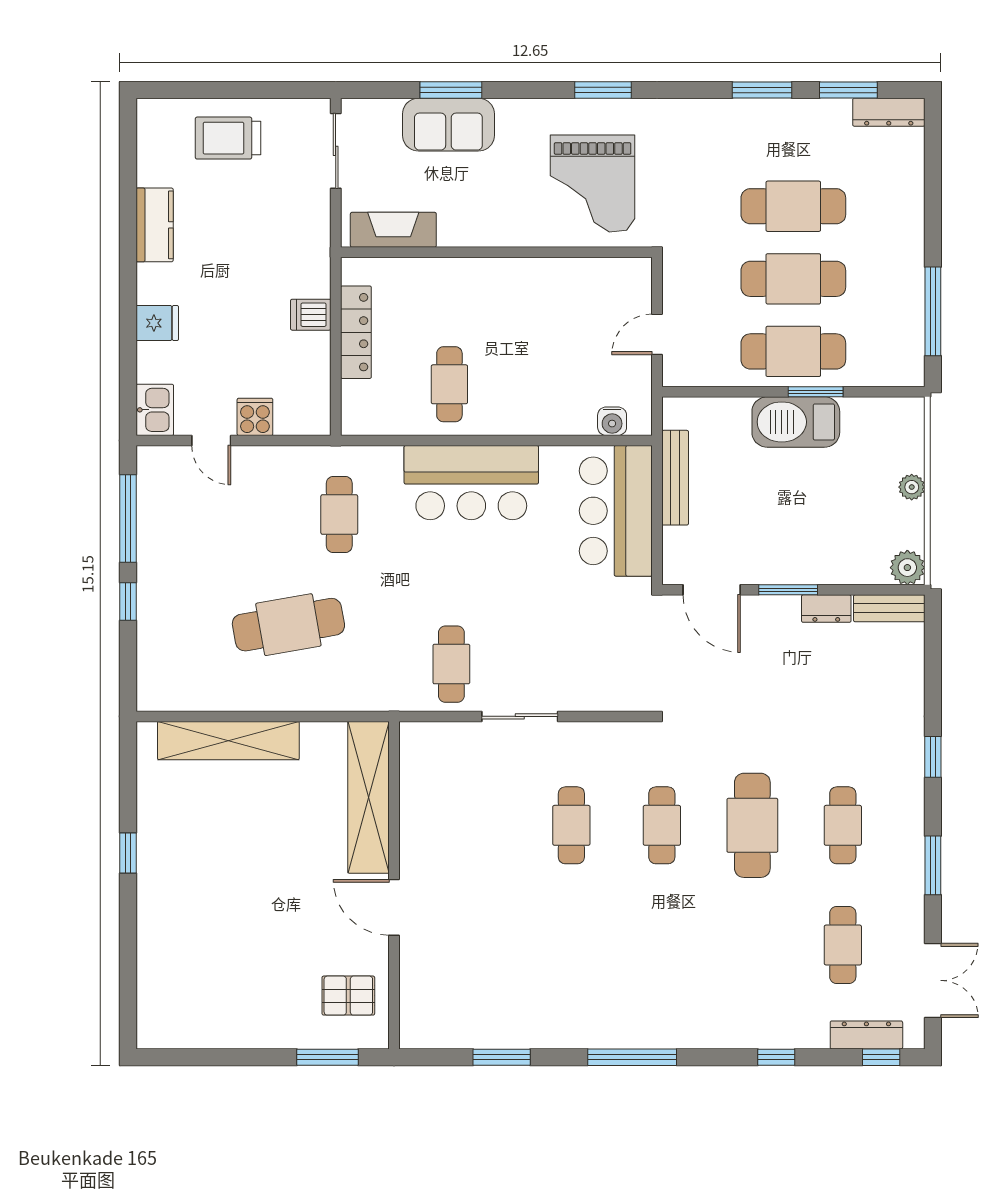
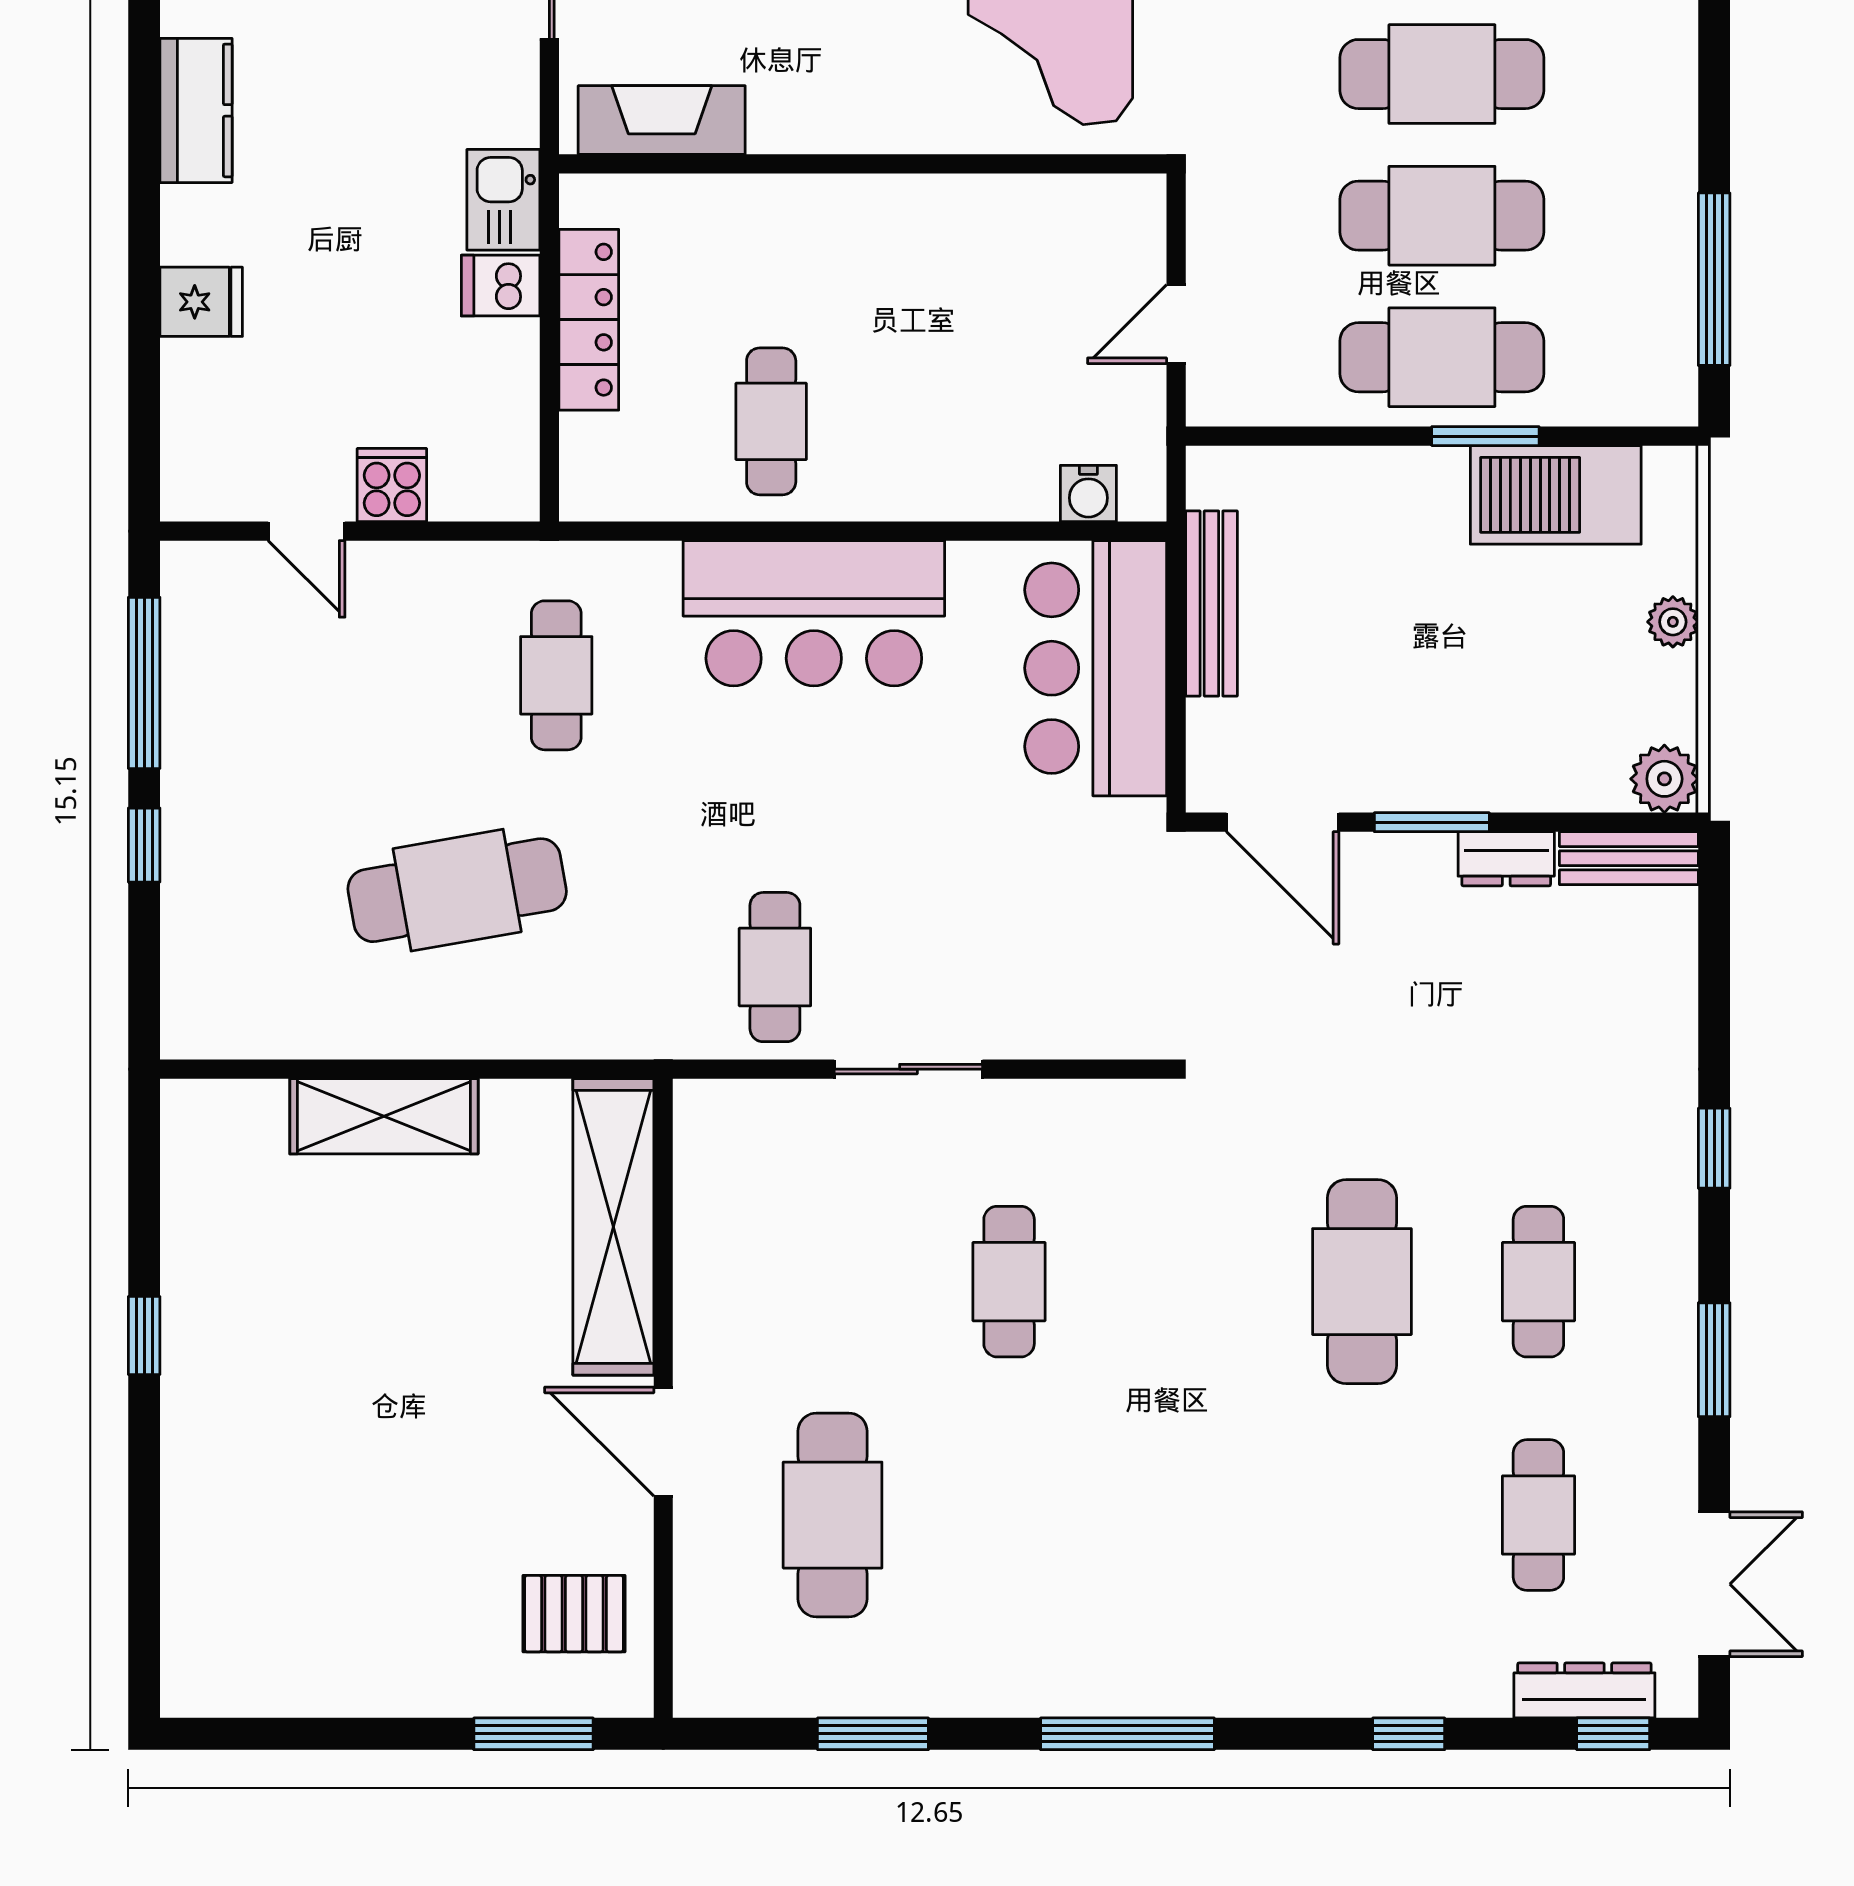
kitchen sink: (155, 410) -> (503, 200), moved, turned 180
barbecue: (796, 422) -> (1556, 495), moved
shelving: (228, 741) -> (384, 1116), width x0.68
cafe table: (662, 825) -> (833, 1515), moved, width x1.37, depth x1.35

